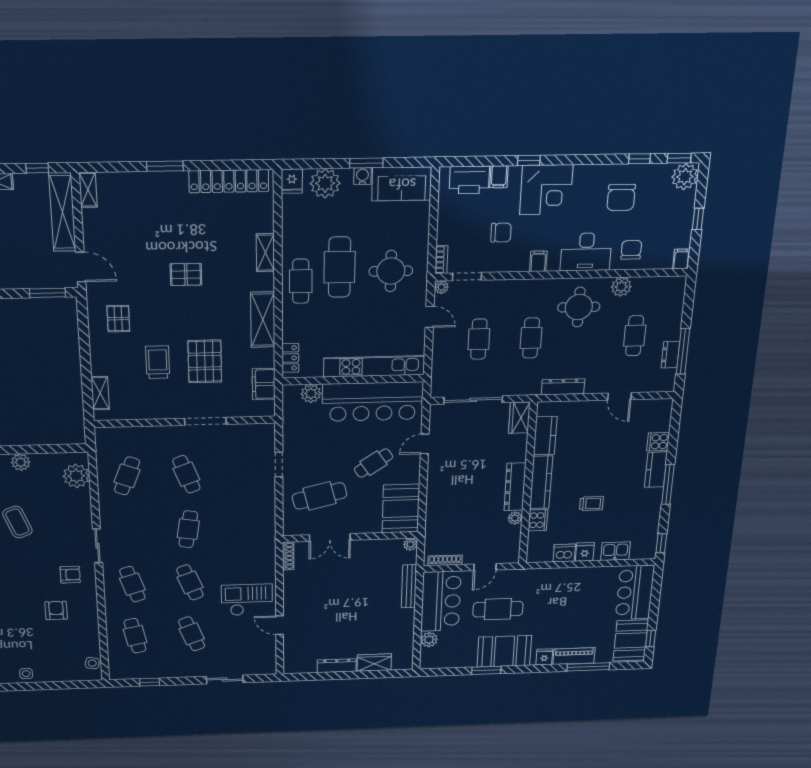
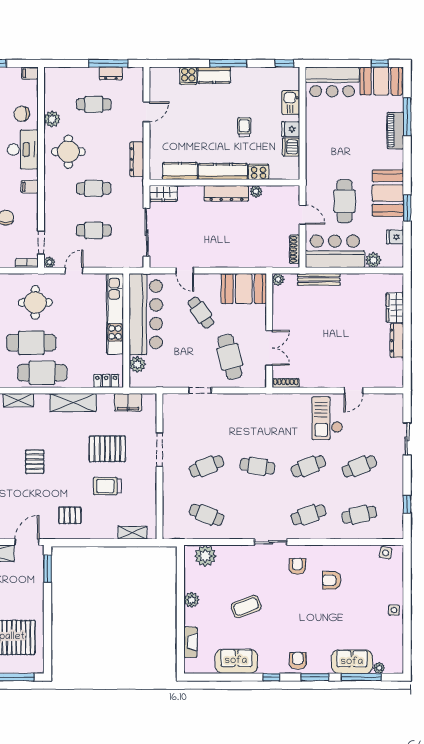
cafe table: (301, 281) -> (42, 373), width x1.37, depth x1.35
fridge: (544, 657) -> (395, 237), moved

